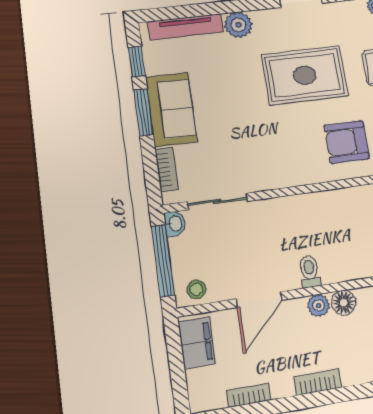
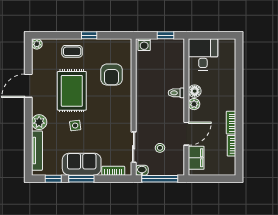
side table: (242, 89) -> (75, 126), added
toilet: (310, 271) -> (176, 93), moved
stool: (196, 289) -> (160, 148), moved
door: (259, 300) -> (186, 134), hinge flipped
filing cabinet: (197, 343) -> (196, 158), moved, turned 90
bookcase: (318, 382) -> (231, 123), moved

